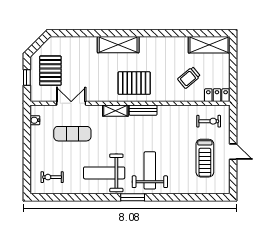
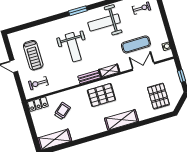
pallet: (50, 71) -> (158, 96), moved
double door: (71, 103) -> (143, 67), swing flipped
treadmill: (205, 158) -> (33, 55), turned 180
weight bench: (150, 170) -> (73, 47), moved
weight bench: (104, 173) -> (104, 22), turned 180

